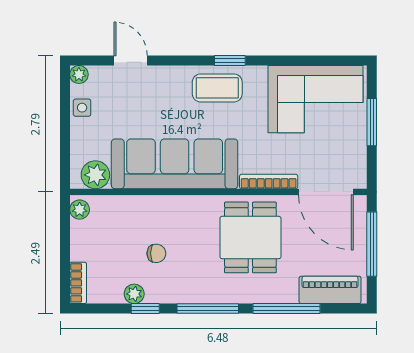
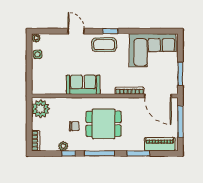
door: (131, 60) -> (76, 31), moved
window: (372, 122) -> (180, 74), moved
sofa: (175, 164) -> (83, 85), width x0.54, depth x0.79
plant: (95, 175) -> (44, 87), removed
plant: (80, 210) -> (41, 109), width x1.88, depth x1.88
dining table: (250, 237) -> (104, 124), moved, turned 90
window: (286, 309) -> (138, 153), width x0.69

